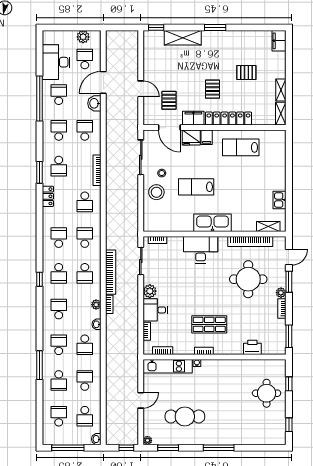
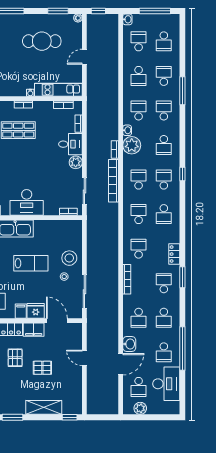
pallet: (169, 100) -> (42, 368), moved, turned 90
school desk: (85, 238) -> (139, 214), turned 180
plant: (96, 305) -> (132, 145), width x1.88, depth x1.88
school desk: (59, 345) -> (164, 110), turned 180

